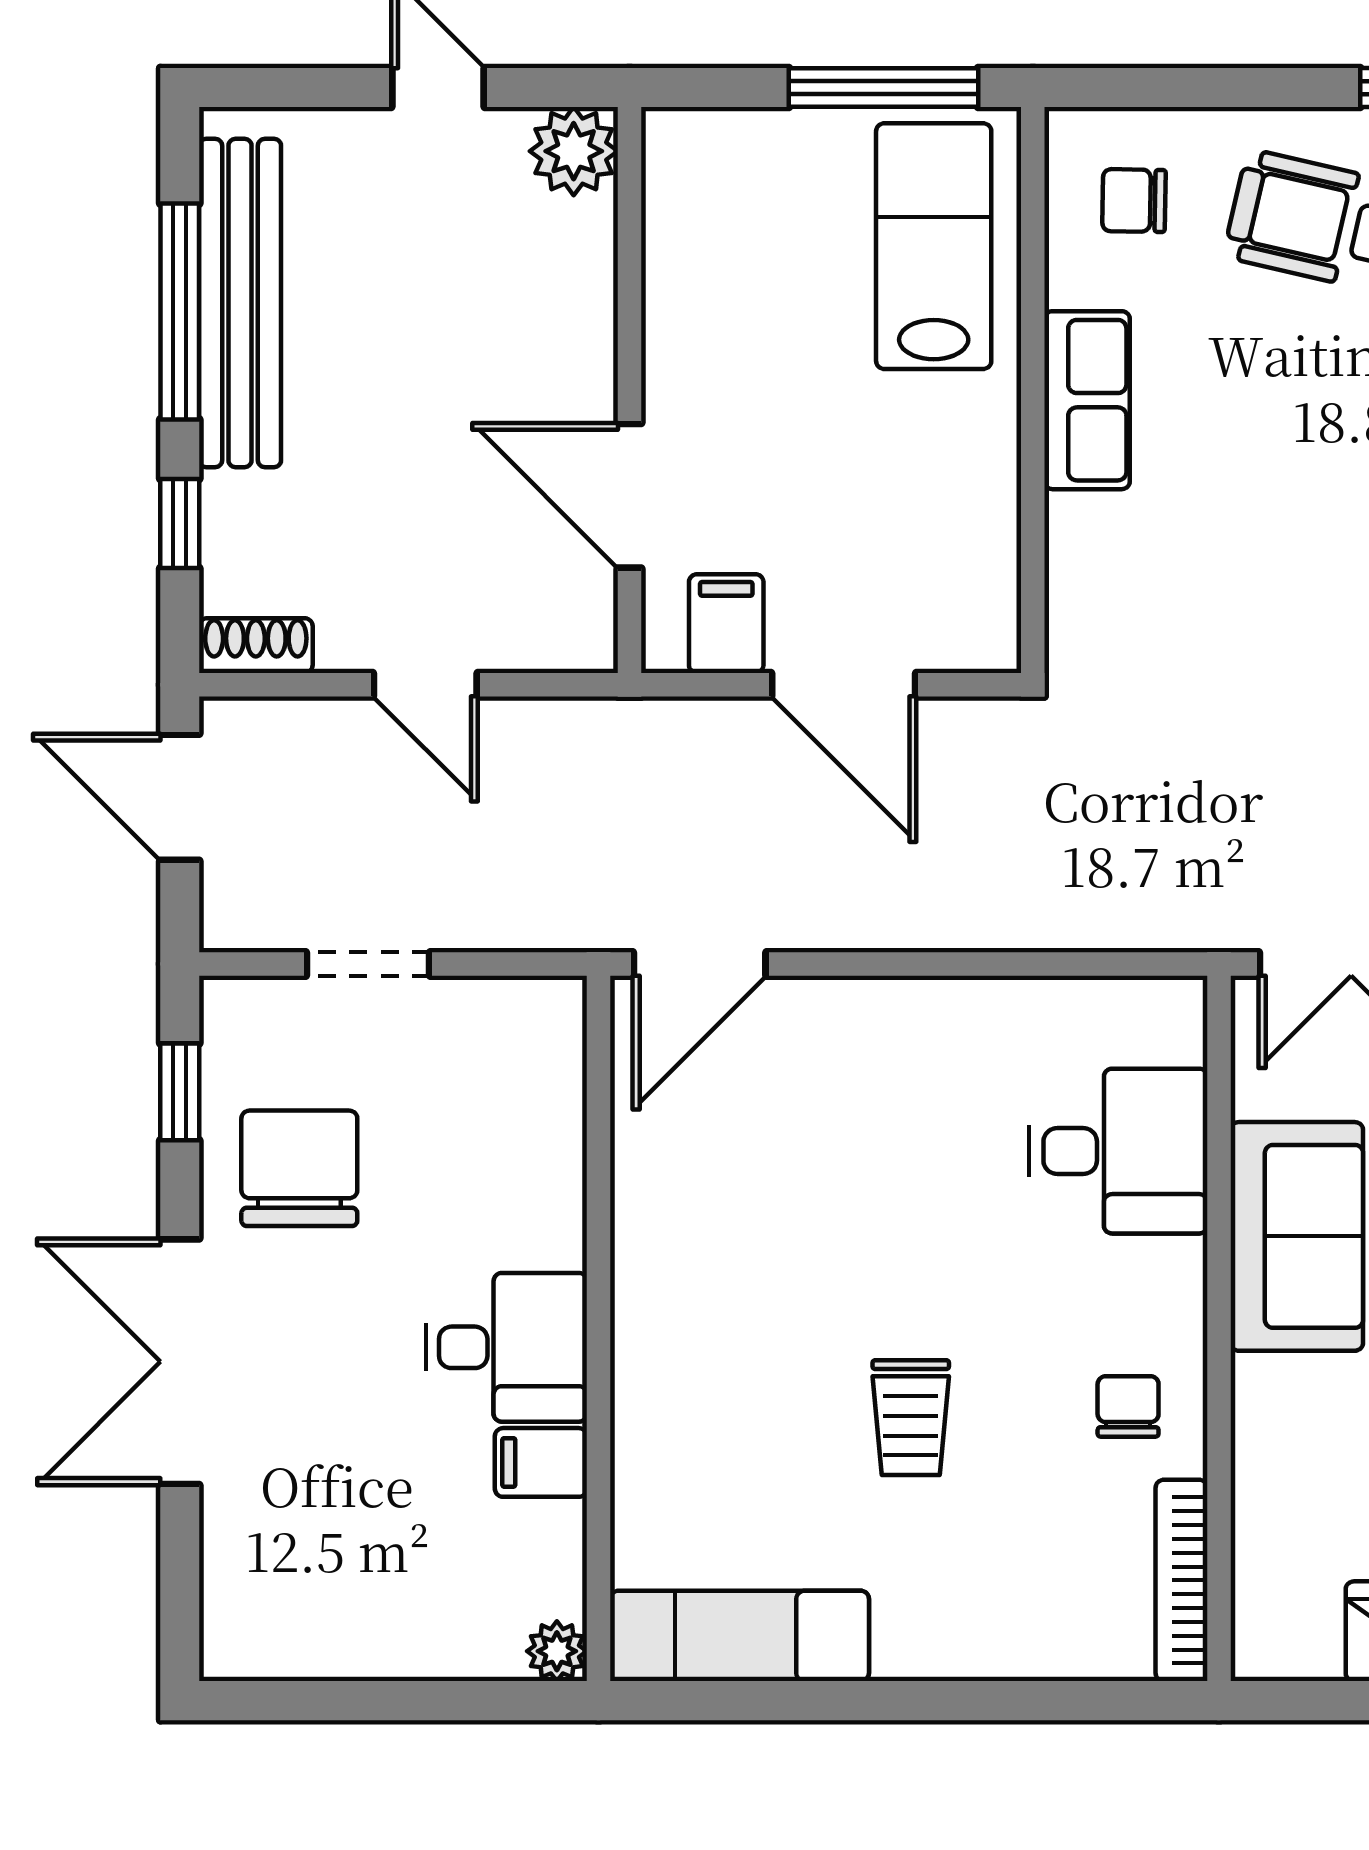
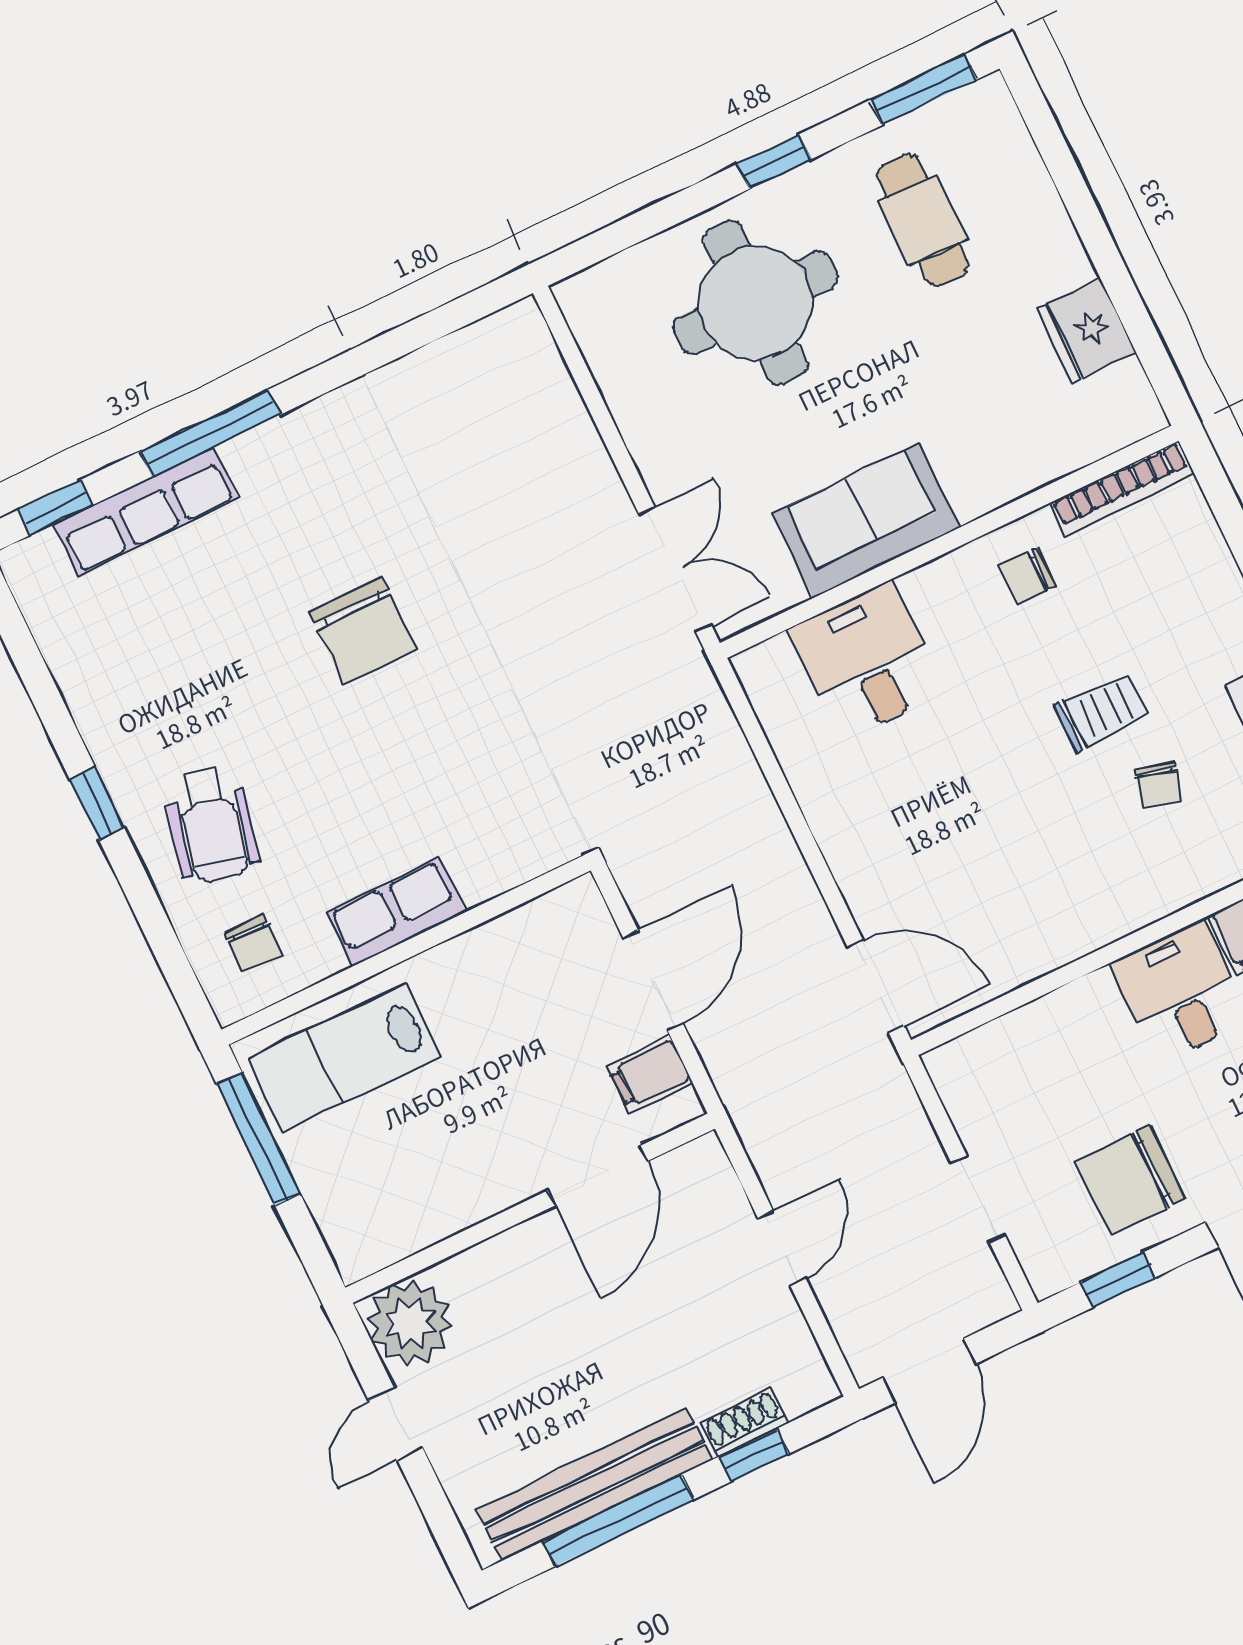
plant: (574, 151) -> (410, 1323), width x1.36, depth x1.36
shoe rack: (256, 646) -> (744, 1423), moved, turned 90
chair: (782, 1446) -> (1159, 785), added

